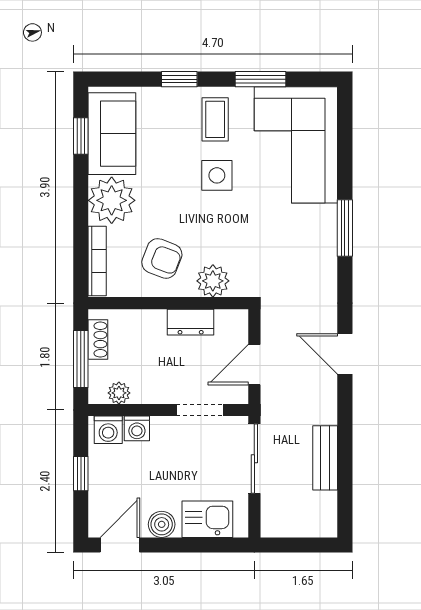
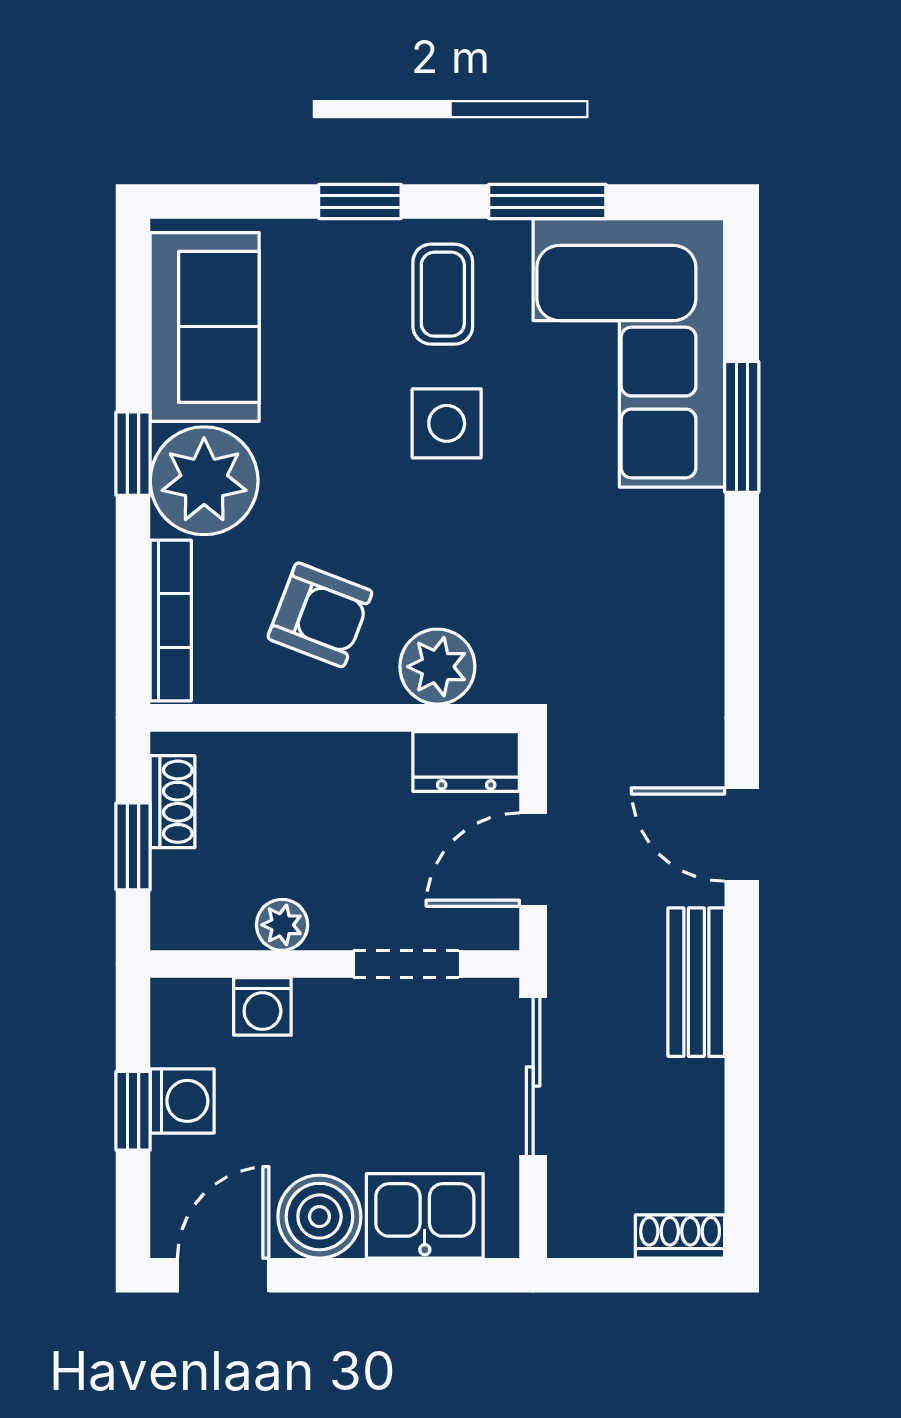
window: (81, 136) -> (133, 454), moved
window: (345, 228) -> (742, 427), moved
dresser: (191, 322) -> (466, 761), moved
window: (81, 359) -> (133, 846), width x0.67
plant: (119, 393) -> (282, 925), moved
washing machine: (108, 430) -> (182, 1101), moved, turned -90
bench: (325, 458) -> (696, 982), moved
boiler: (162, 524) -> (319, 1217), width x1.36, depth x1.36
shoe rack: (318, 528) -> (680, 1236), added

